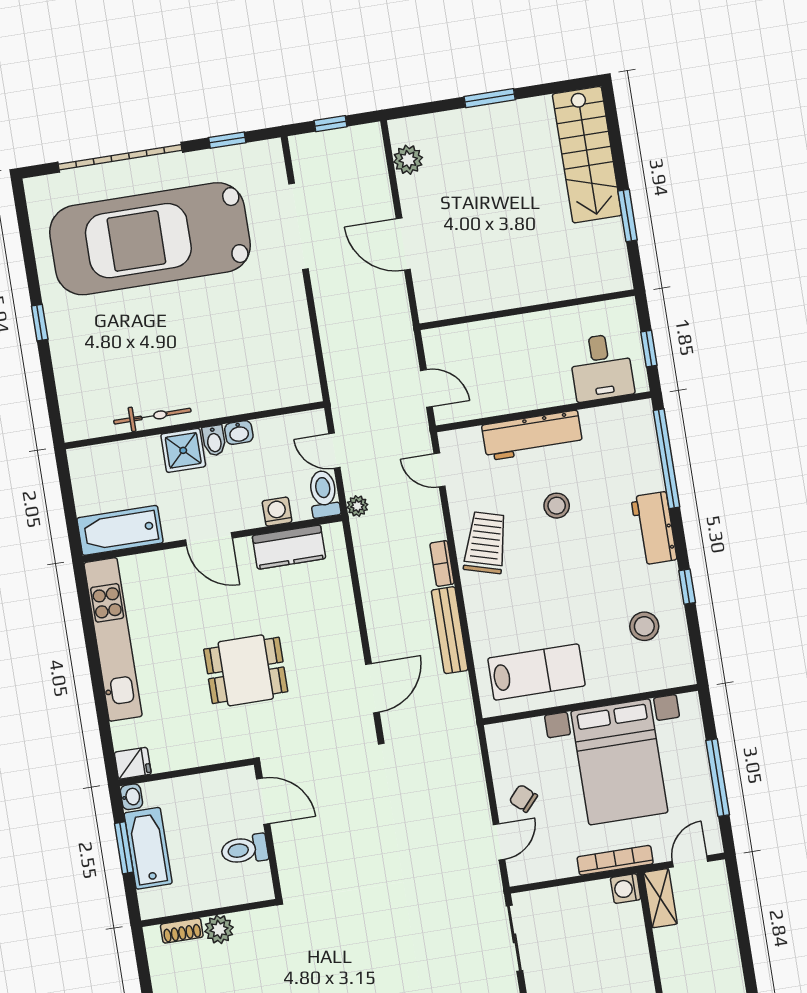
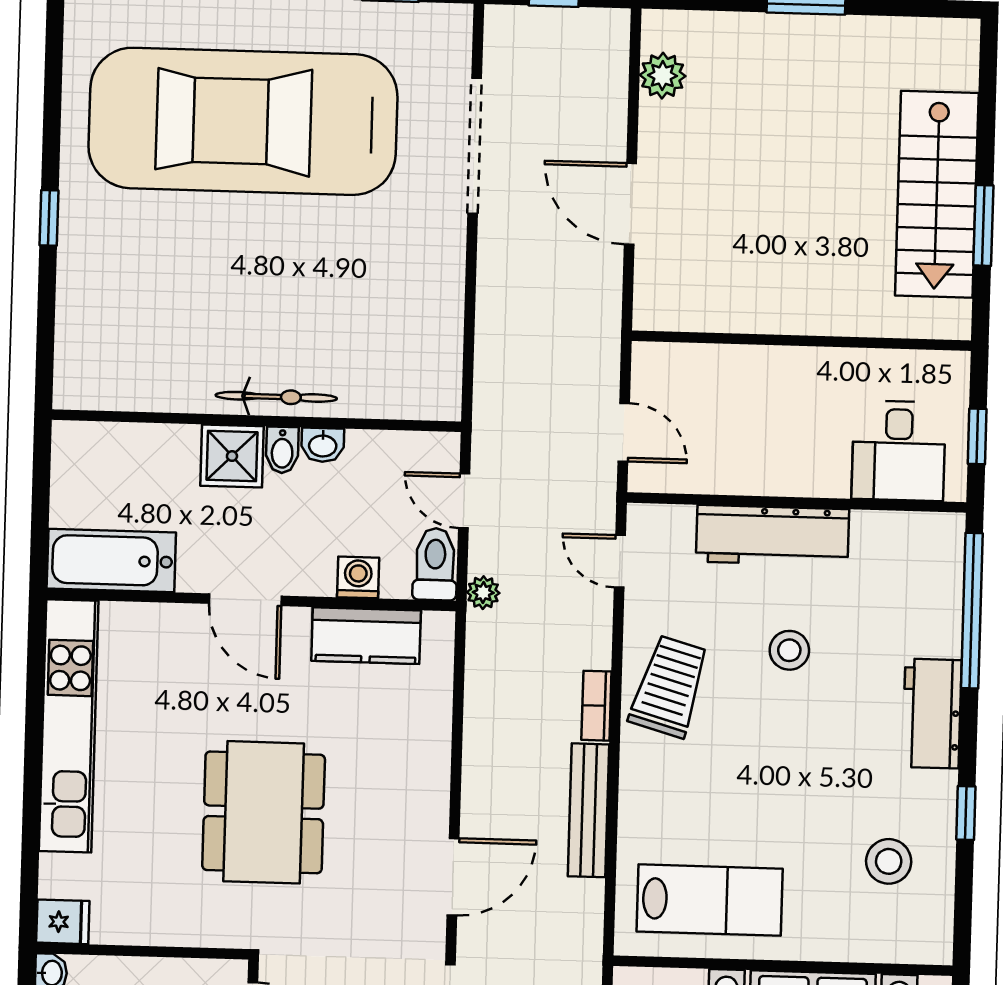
stairs: (587, 155) -> (937, 194), moved
bicycle: (152, 416) -> (276, 397), moved
dining table: (246, 670) -> (264, 812), width x1.38

